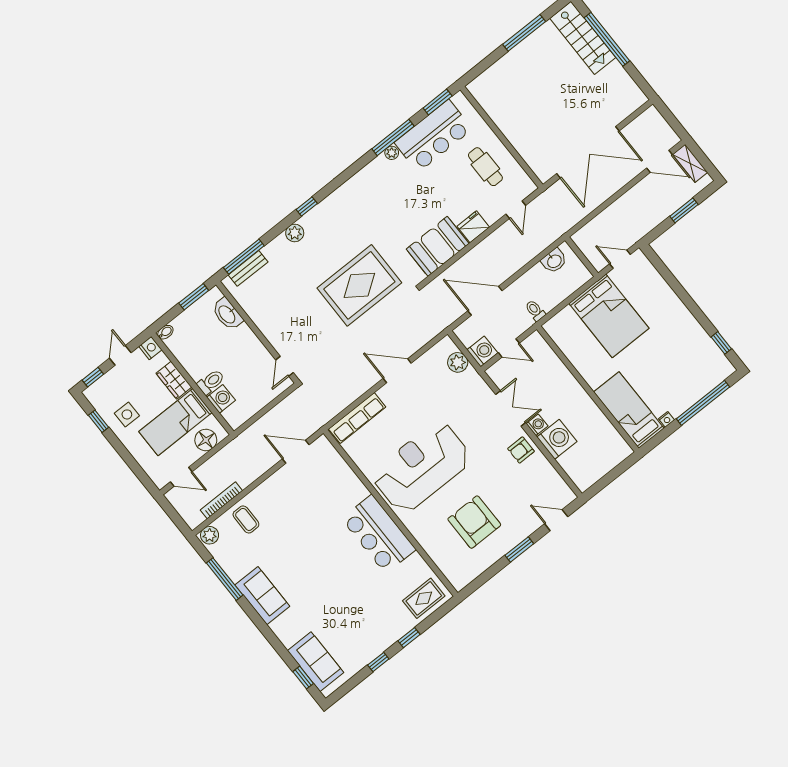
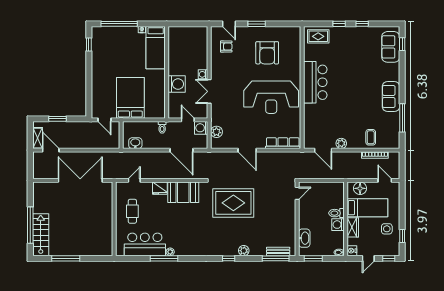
window: (438, 102) -> (131, 258), removed
washing machine: (221, 399) -> (338, 225), moved
washing machine: (557, 439) -> (177, 84), moved, turned 180
armchair: (521, 450) -> (226, 46), moved
plant: (210, 535) -> (341, 143), moved

